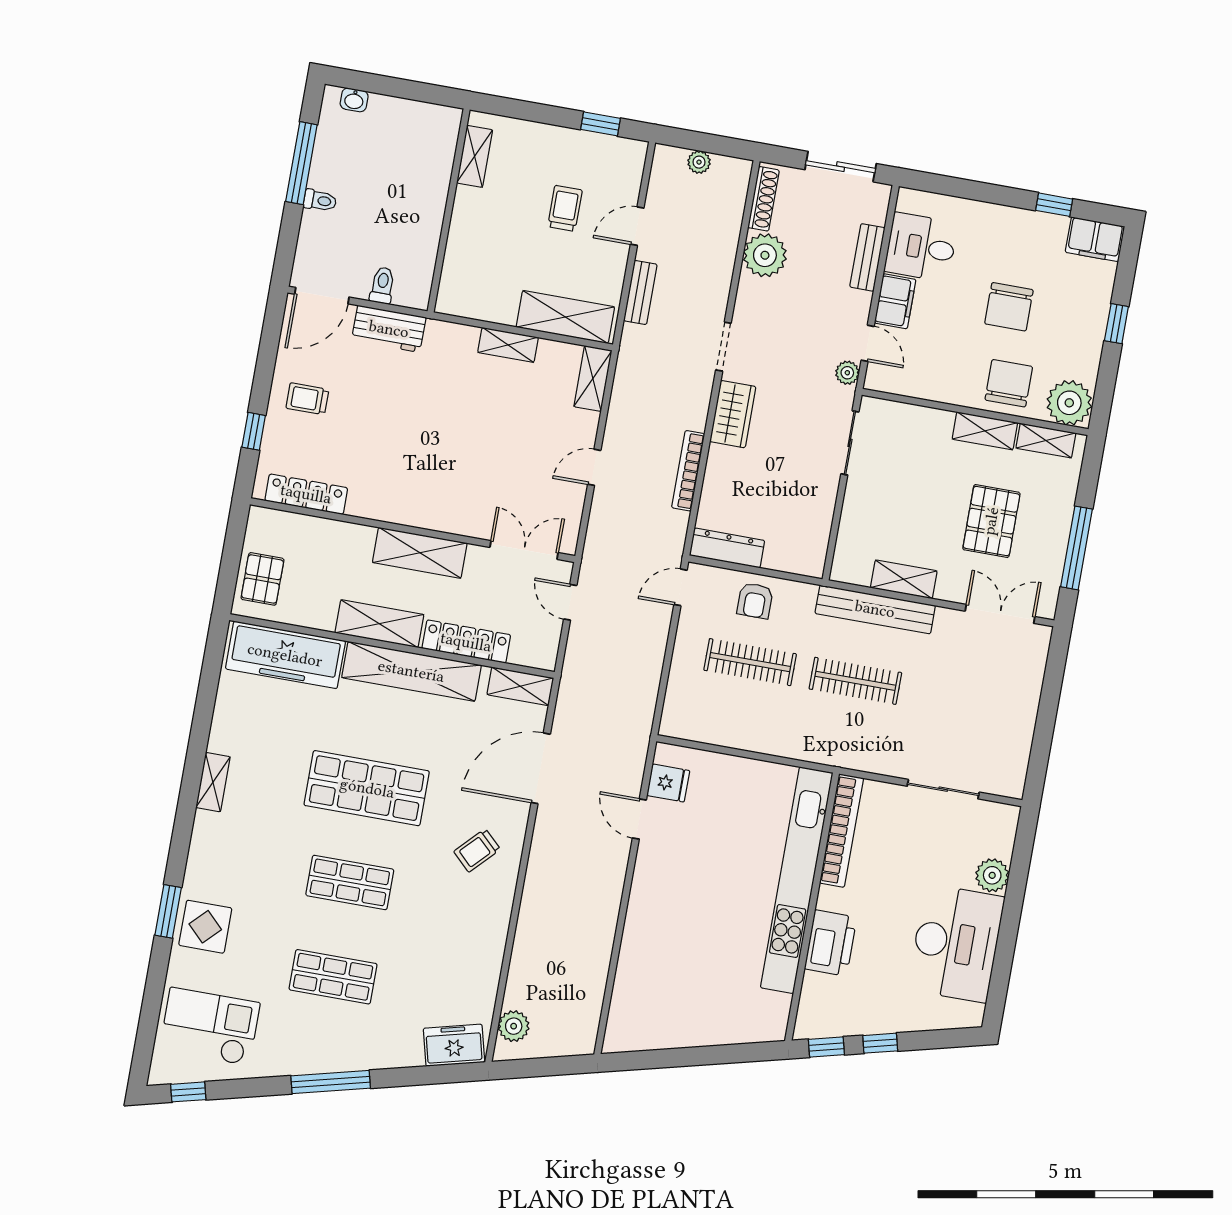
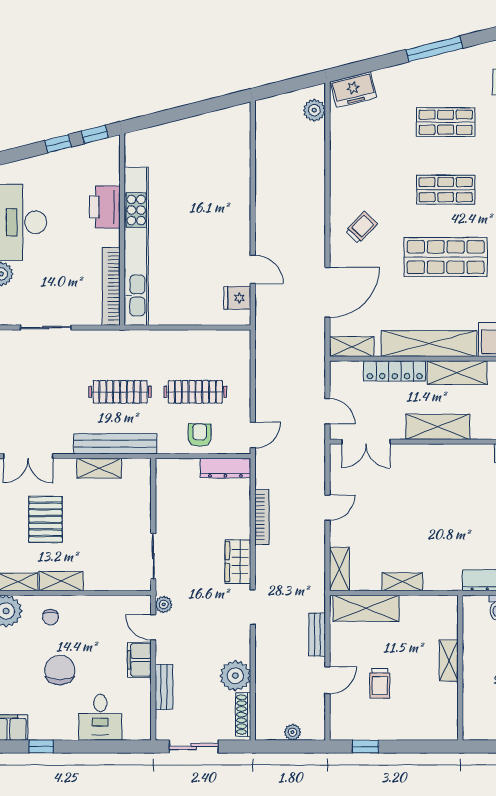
shelving: (475, 156) -> (449, 660), moved
desk: (921, 247) -> (100, 717), moved, turned 90
chair: (1009, 383) -> (50, 617), width x0.54, depth x0.54

